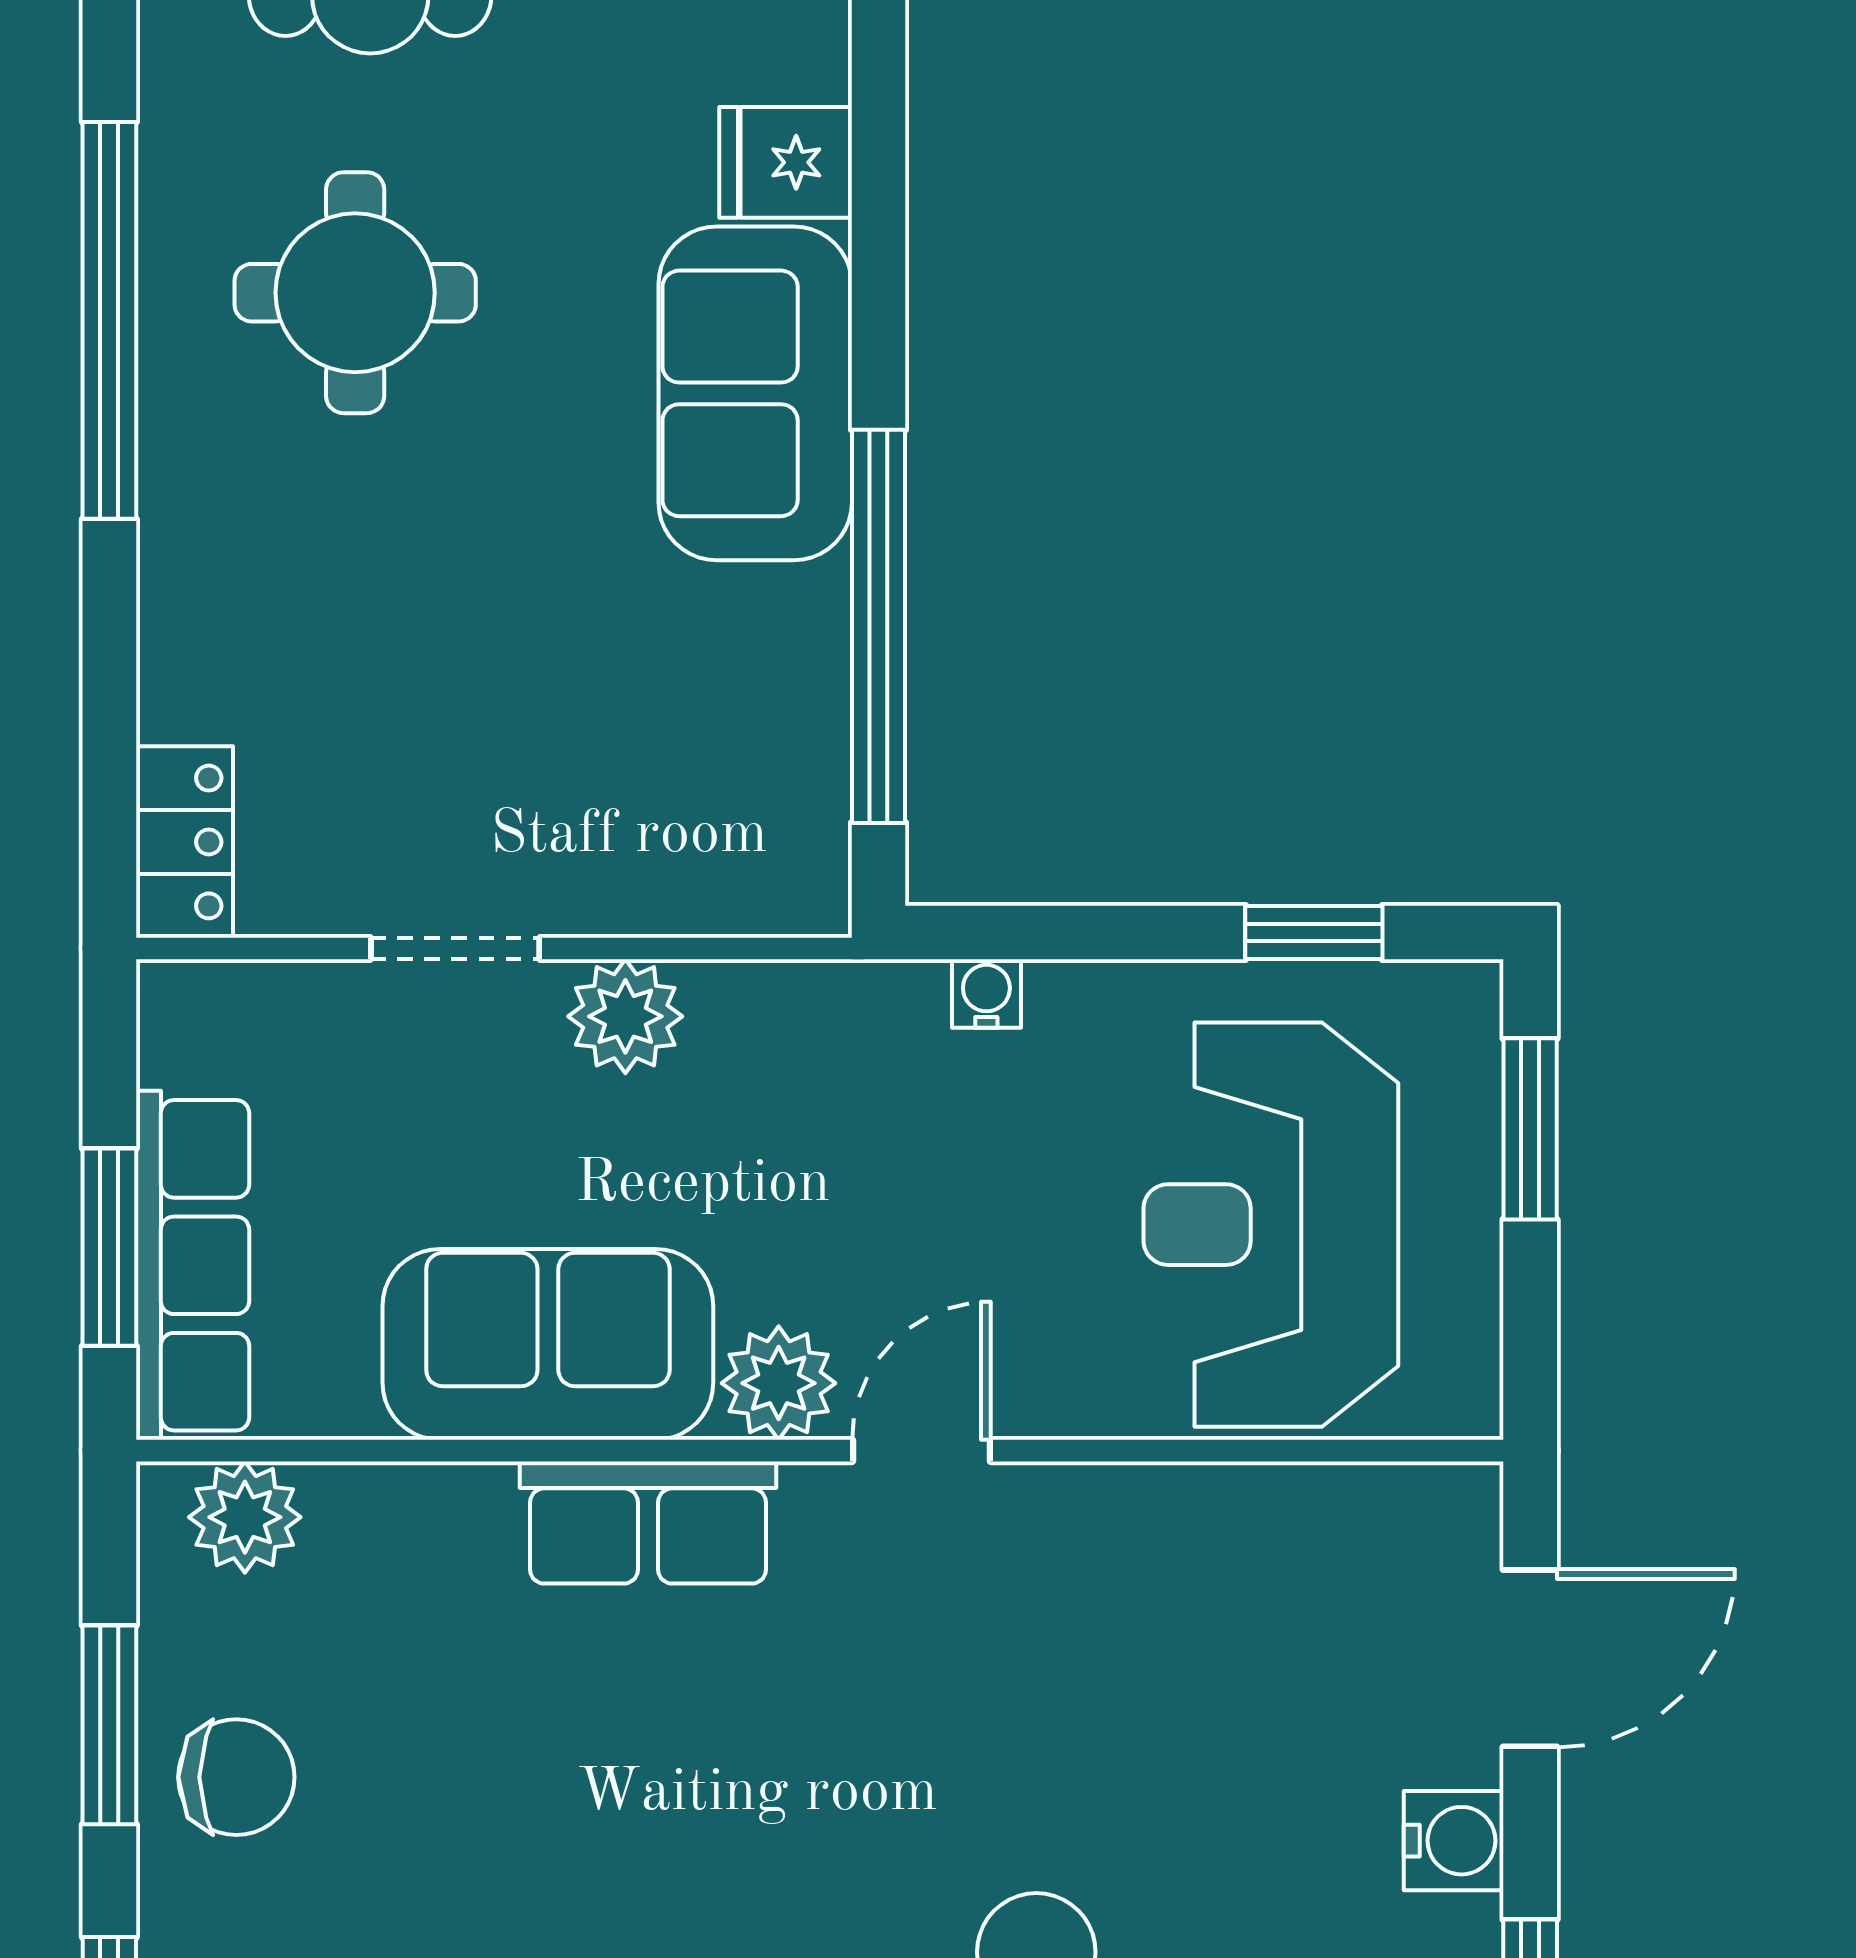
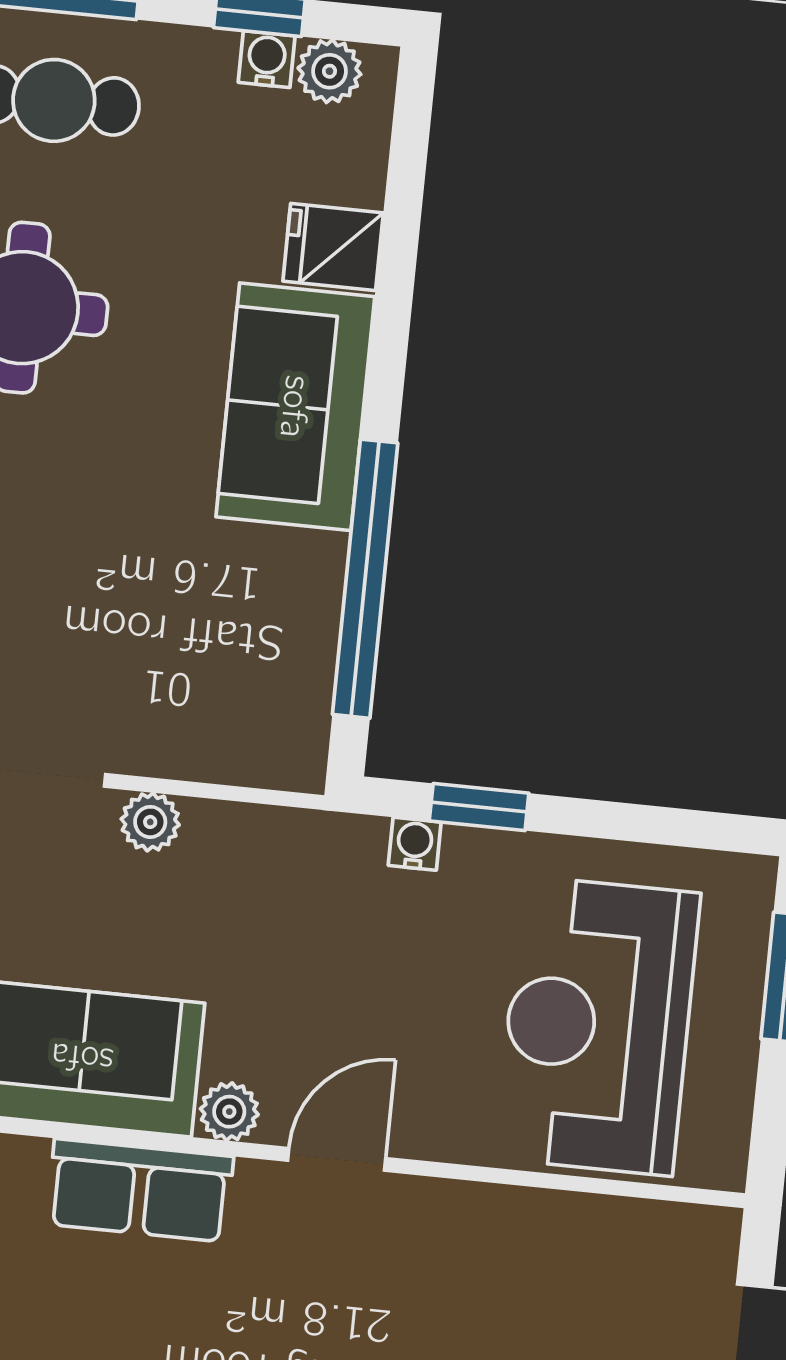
window: (1314, 933) -> (479, 807), moved
plant: (625, 1016) -> (150, 822), width x0.73, depth x0.73
plant: (779, 1383) -> (229, 1112), width x0.73, depth x0.73

